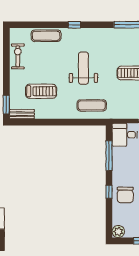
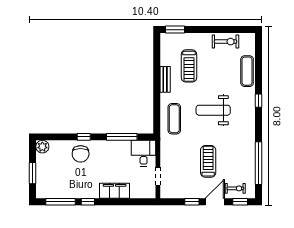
weight bench: (83, 68) -> (213, 110), turned 180
bench: (22, 114) -> (165, 79), moved
chair: (125, 195) -> (81, 154), turned -90

